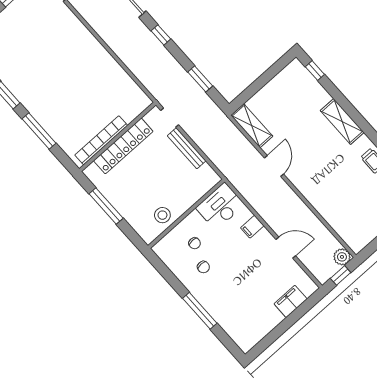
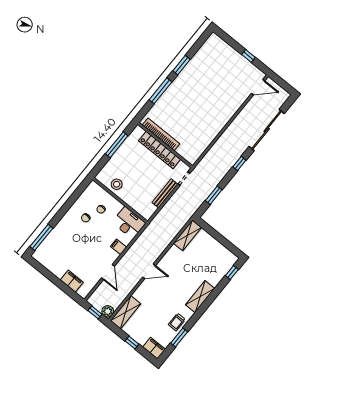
door: (274, 166) -> (149, 271), moved
shelving: (347, 232) -> (126, 312), added
window: (200, 311) -> (41, 237), moved

